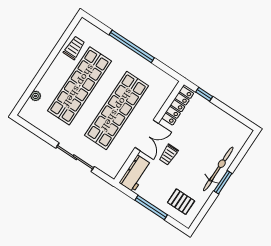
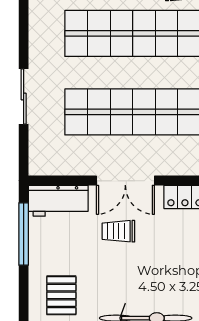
sliding door: (75, 157) -> (24, 97), width x0.73
window: (151, 208) -> (24, 234), moved

